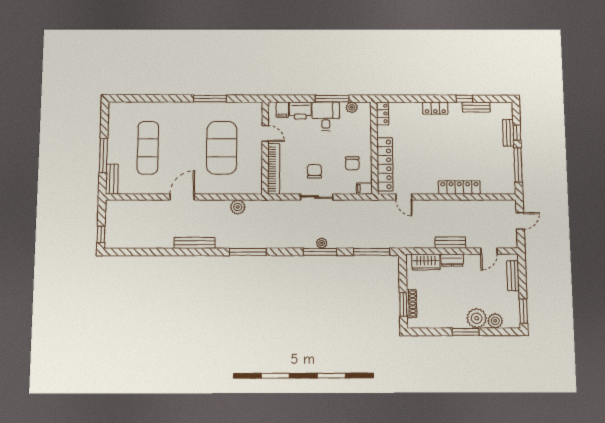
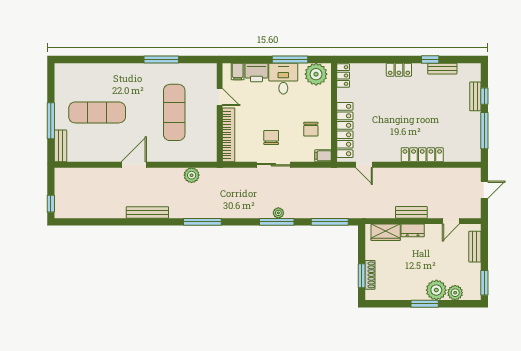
plant: (352, 107) -> (316, 74), width x1.88, depth x1.88
exercise mat: (148, 148) -> (97, 112), turned 90
exercise mat: (222, 148) -> (174, 112), width x0.68

